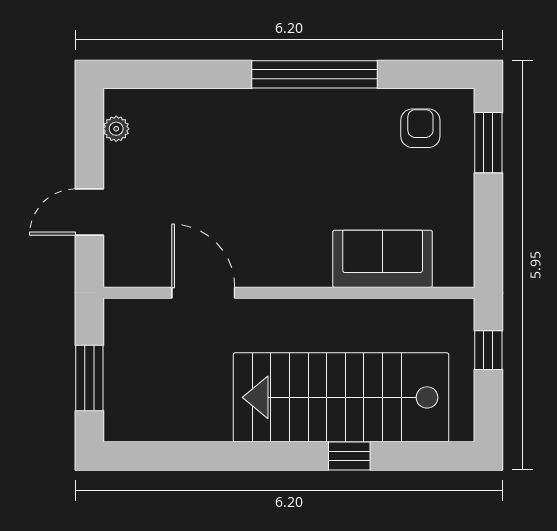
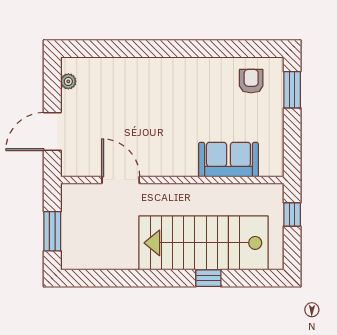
window: (314, 74) -> (188, 49), removed
door: (89, 212) -> (52, 131), width x1.38

